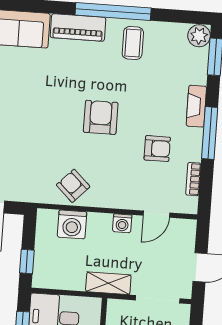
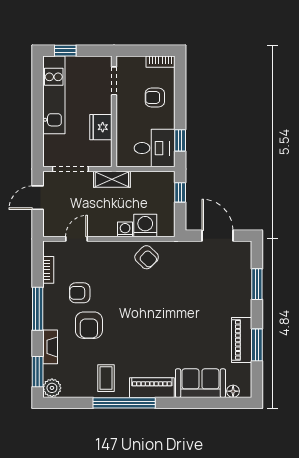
fireplace: (196, 106) -> (50, 347), moved
armchair: (101, 117) -> (89, 325), moved
washing machine: (122, 223) -> (125, 229), moved

